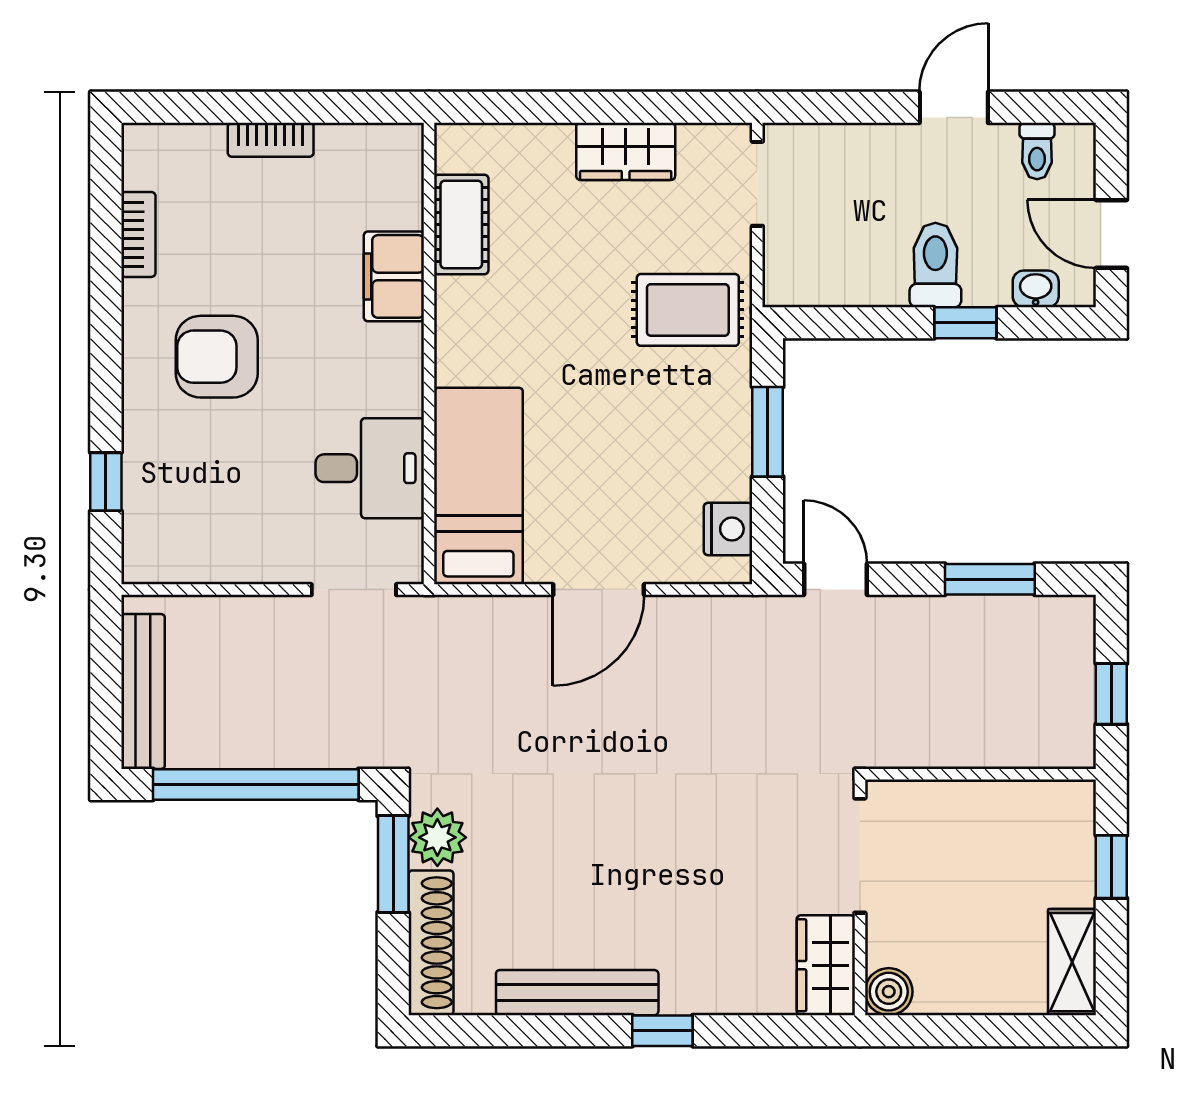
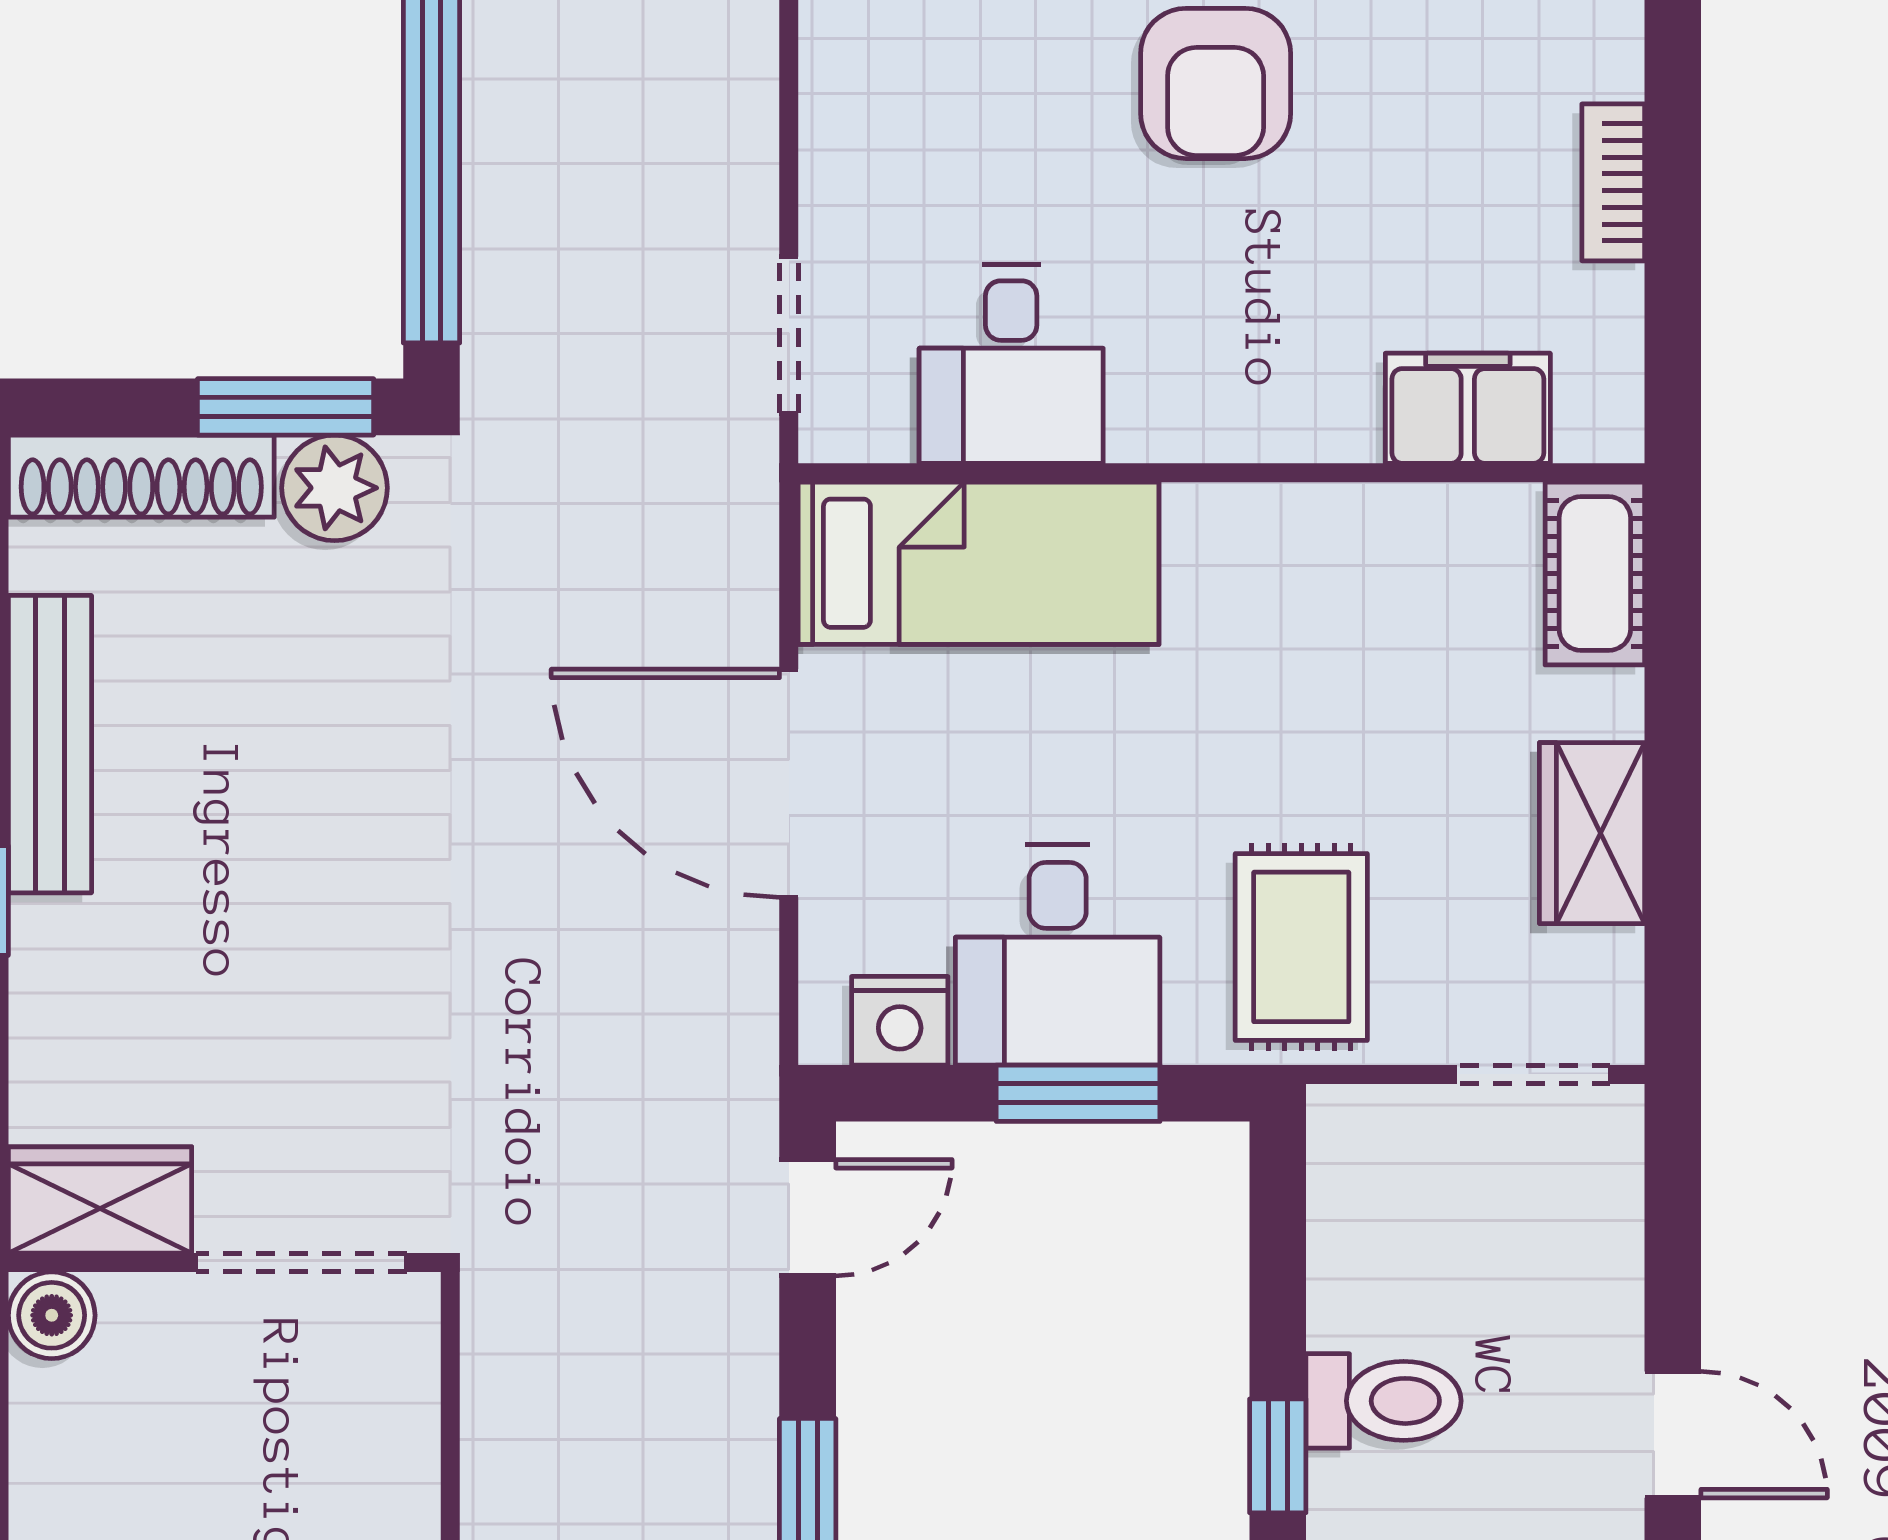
cot: (461, 224) -> (1595, 574), moved, turned 90
filing cabinet: (394, 276) -> (1468, 408), moved
armchair: (217, 357) -> (1216, 83), turned 180
desk: (692, 443) -> (1058, 955), added
door: (599, 590) -> (789, 783), width x1.36

